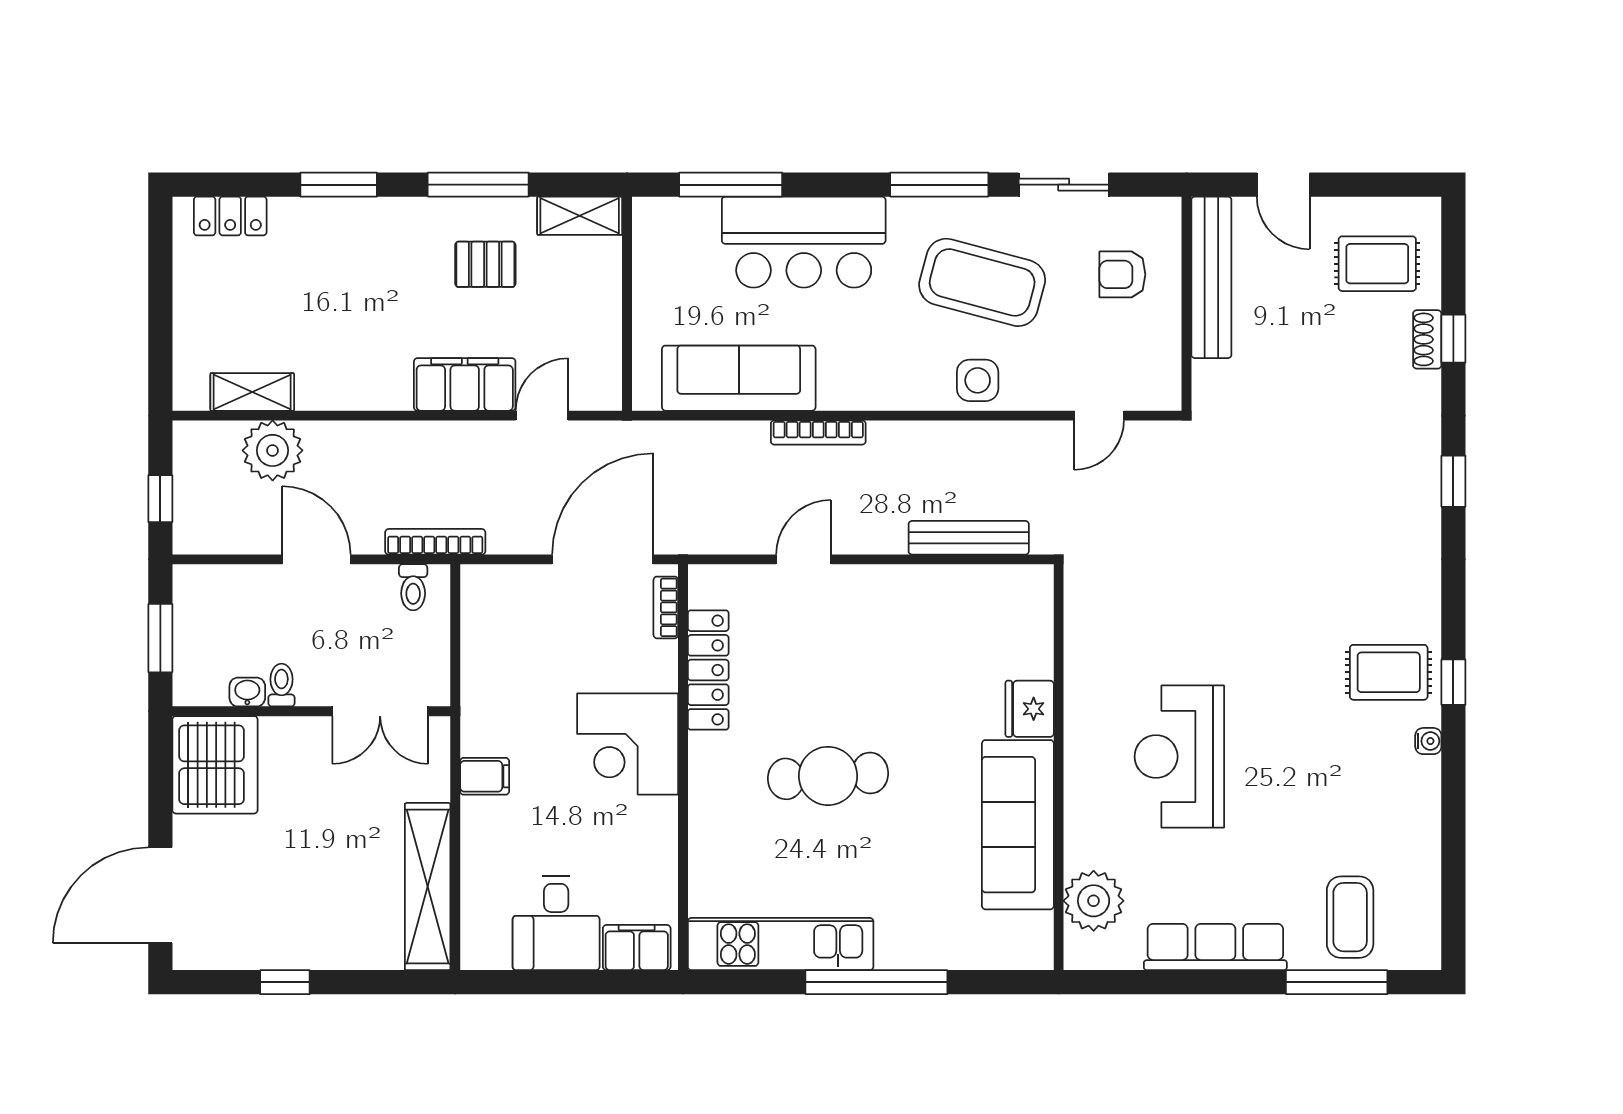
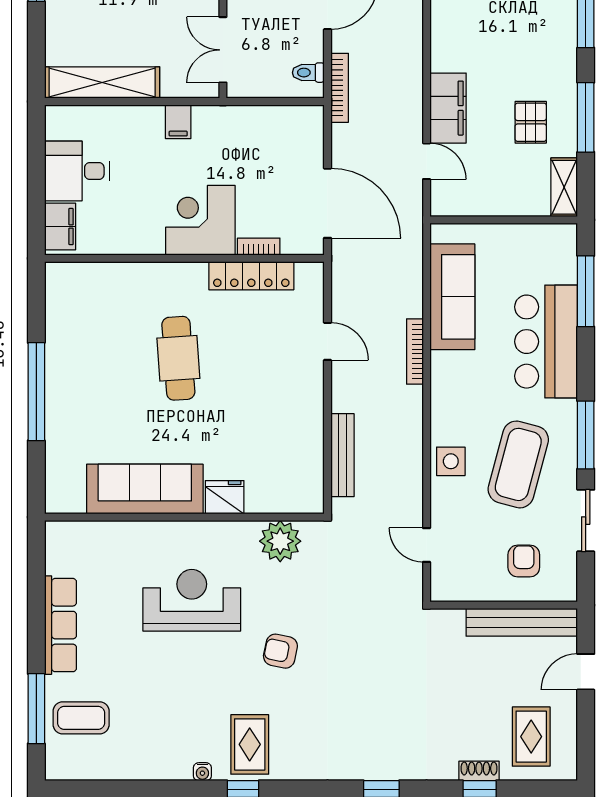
bookcase: (666, 607) -> (259, 247), moved
armchair: (1253, 628) -> (280, 651), added
plant: (1094, 901) -> (280, 541), moved
kitchen unit: (781, 944) -> (63, 326), removed

